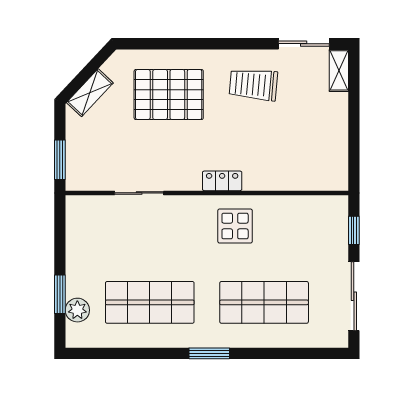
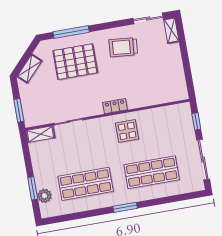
window: (170, 44) -> (71, 32), added
shelving: (89, 206) -> (40, 134), added

